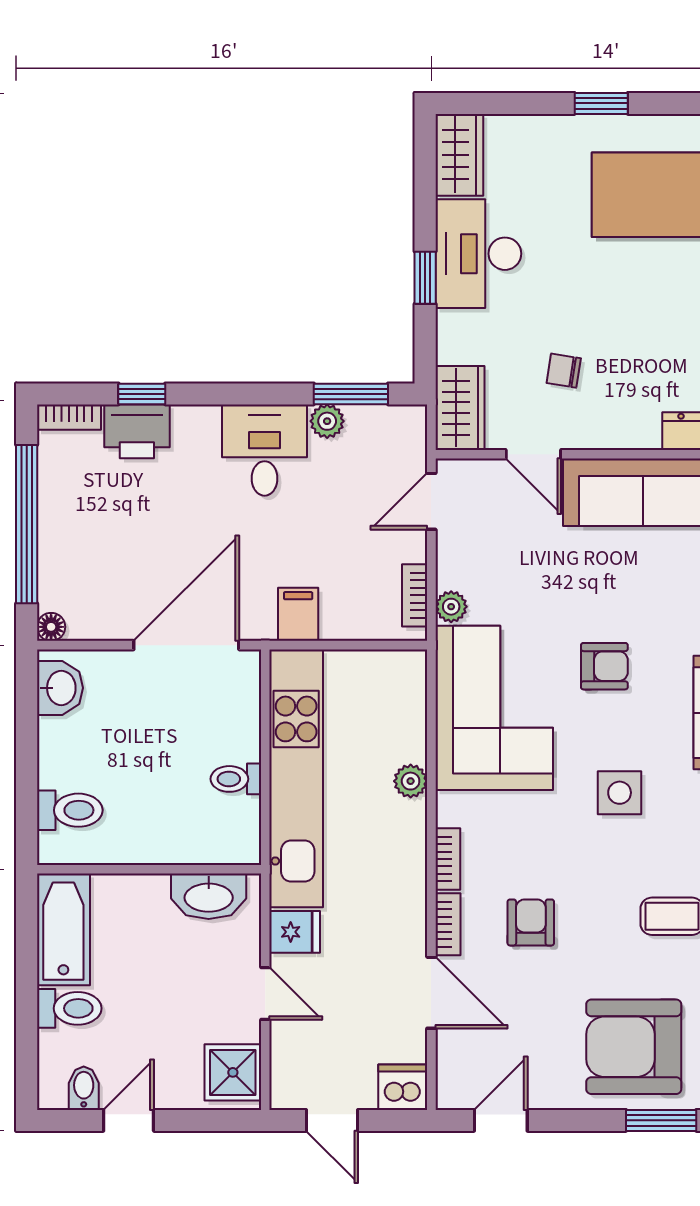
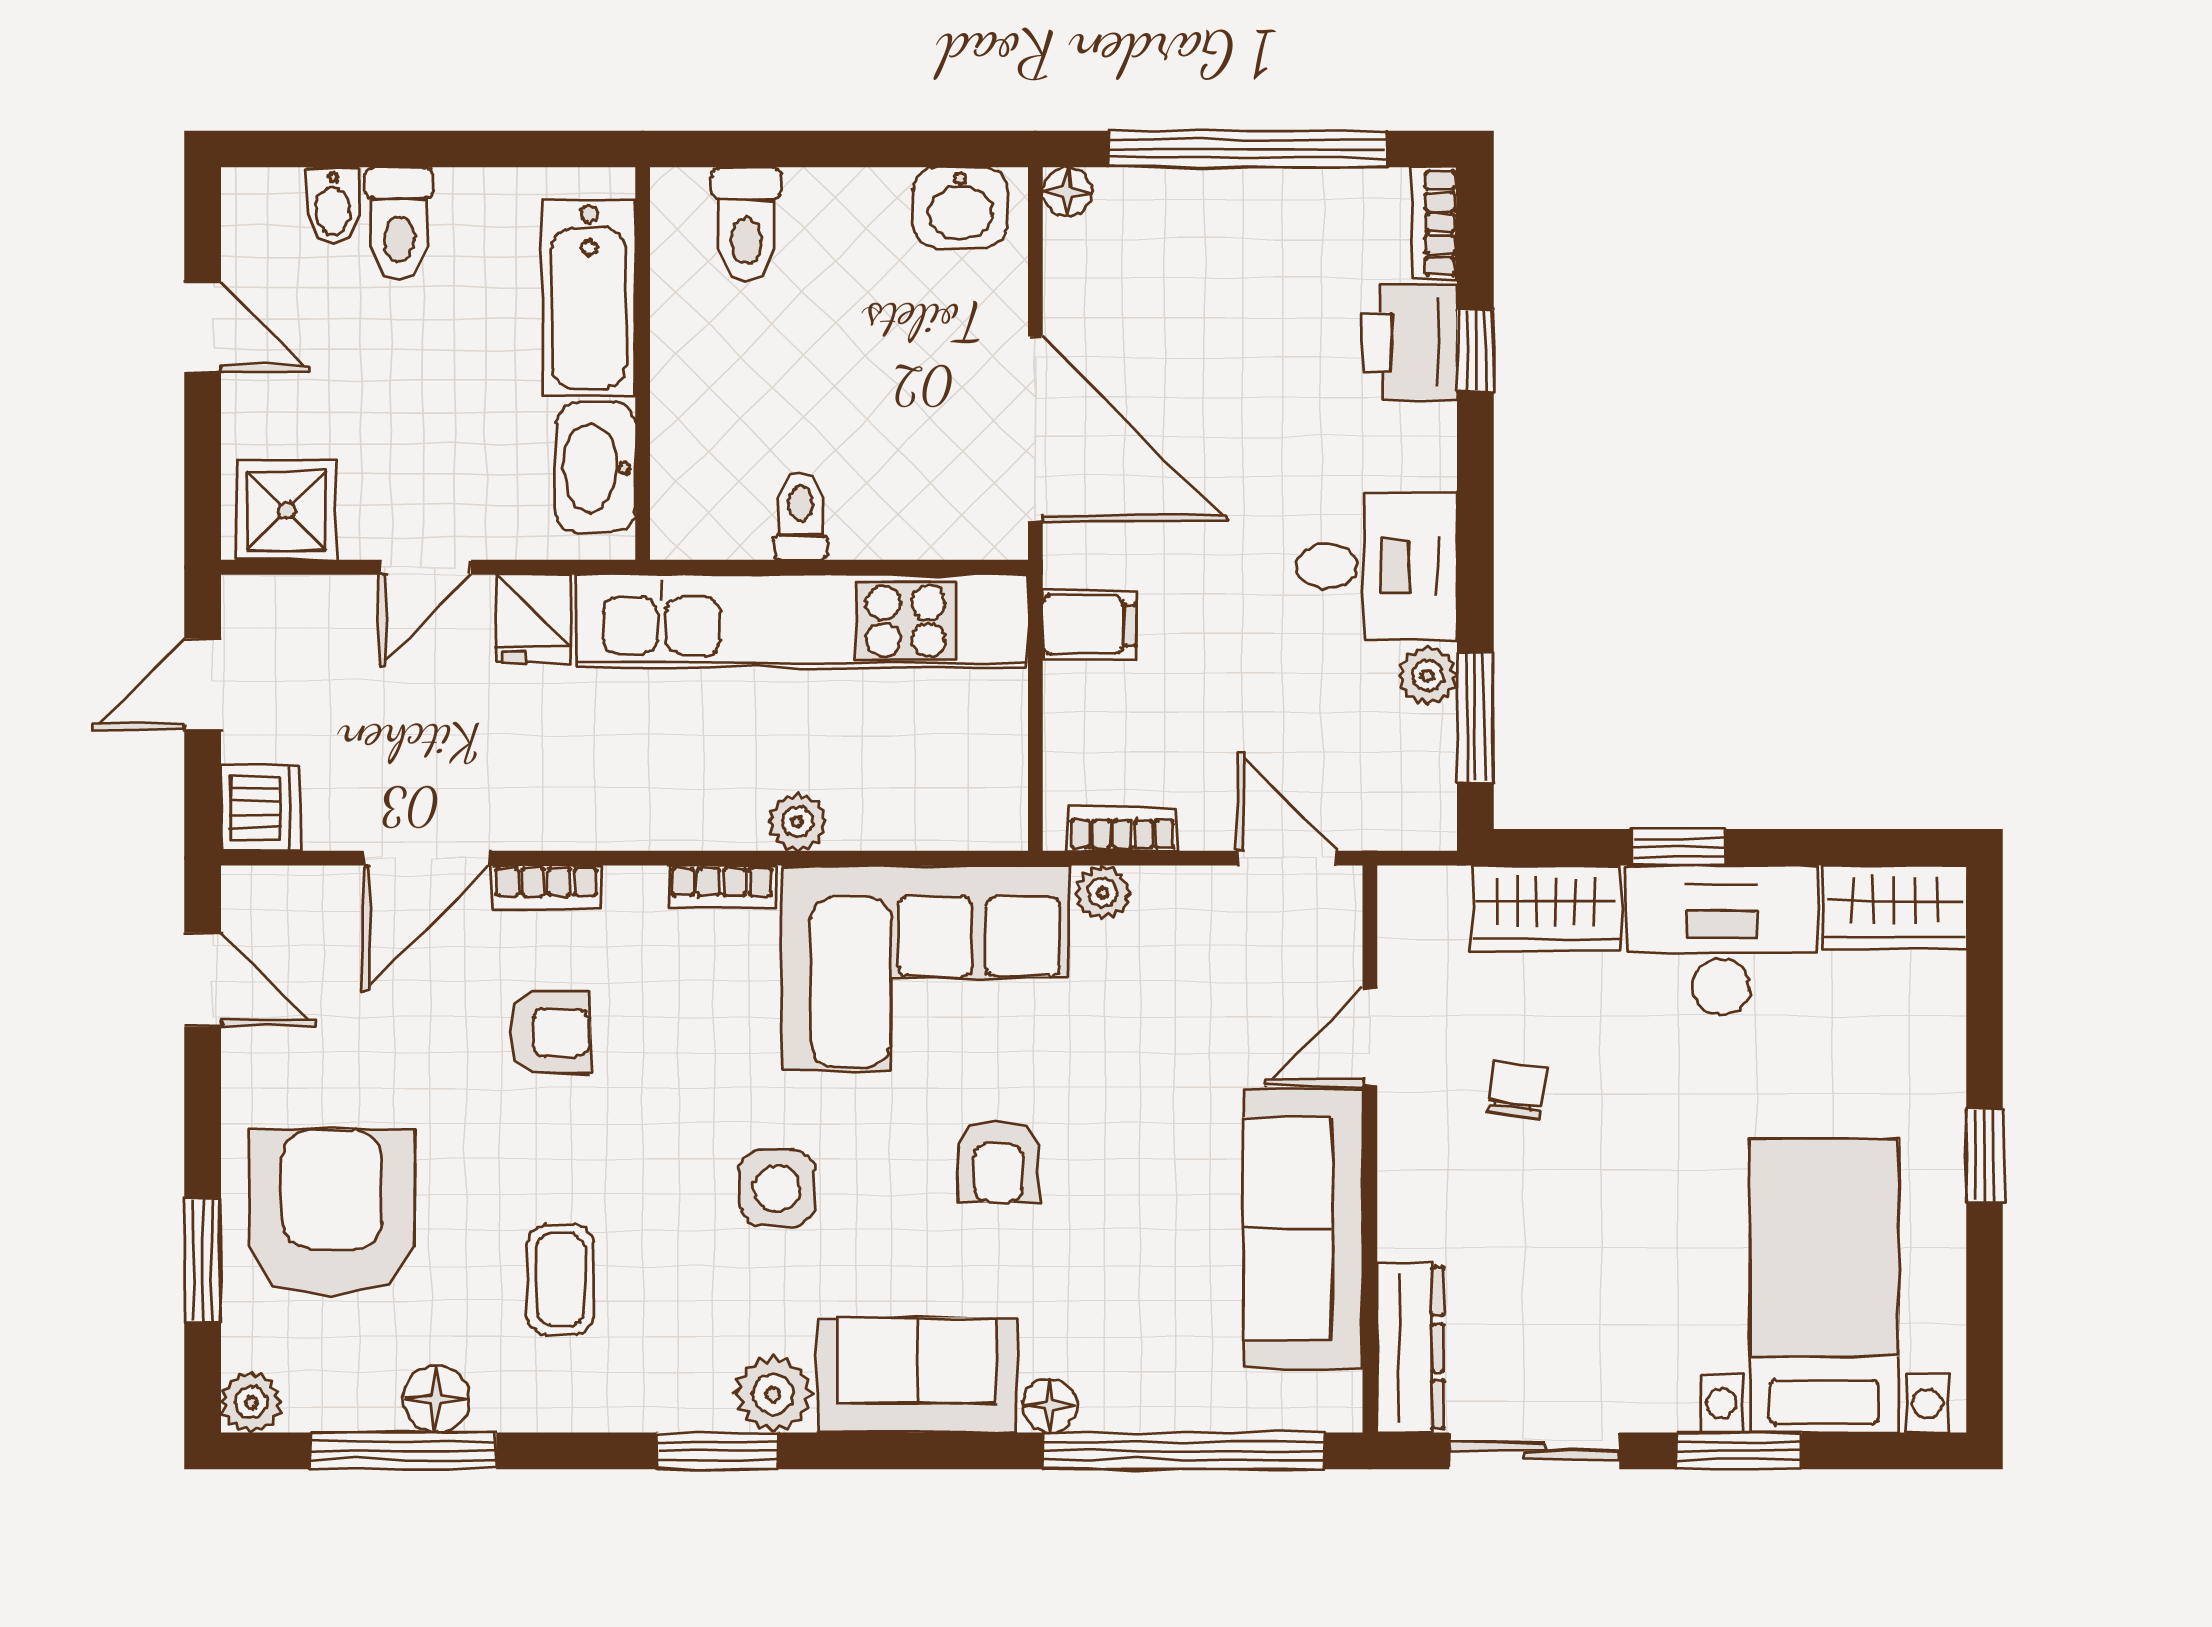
wardrobe: (460, 408) -> (1546, 908), moved
bookcase: (448, 859) -> (722, 887), moved
bathtub: (63, 929) -> (589, 298), moved, turned 90
bidet: (84, 1088) -> (333, 205), moved, turned 90

